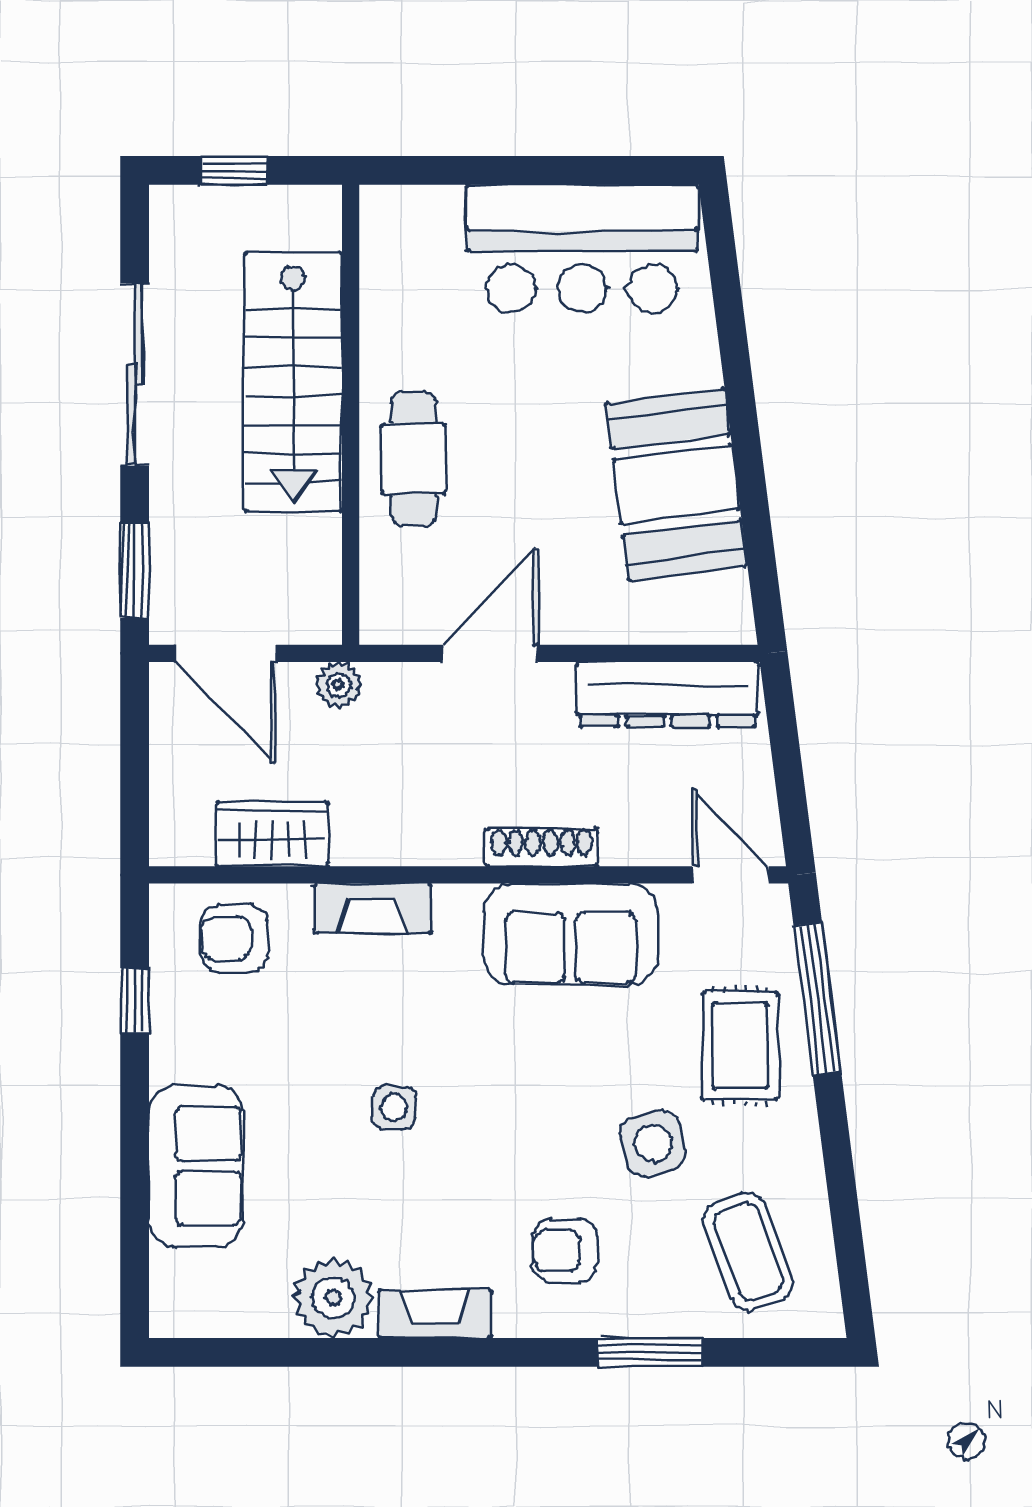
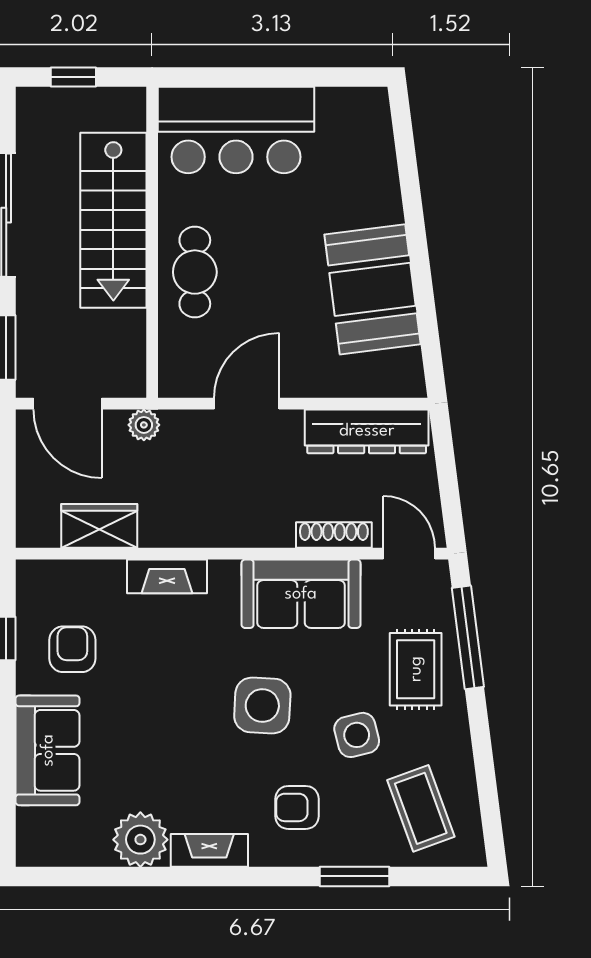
bar counter: (582, 249) -> (236, 130), moved
shoe rack: (542, 847) -> (334, 535), moved
armchair: (234, 938) -> (72, 649), moved, turned 90
side table: (394, 1108) -> (262, 706), moved, width x1.87, depth x1.87

